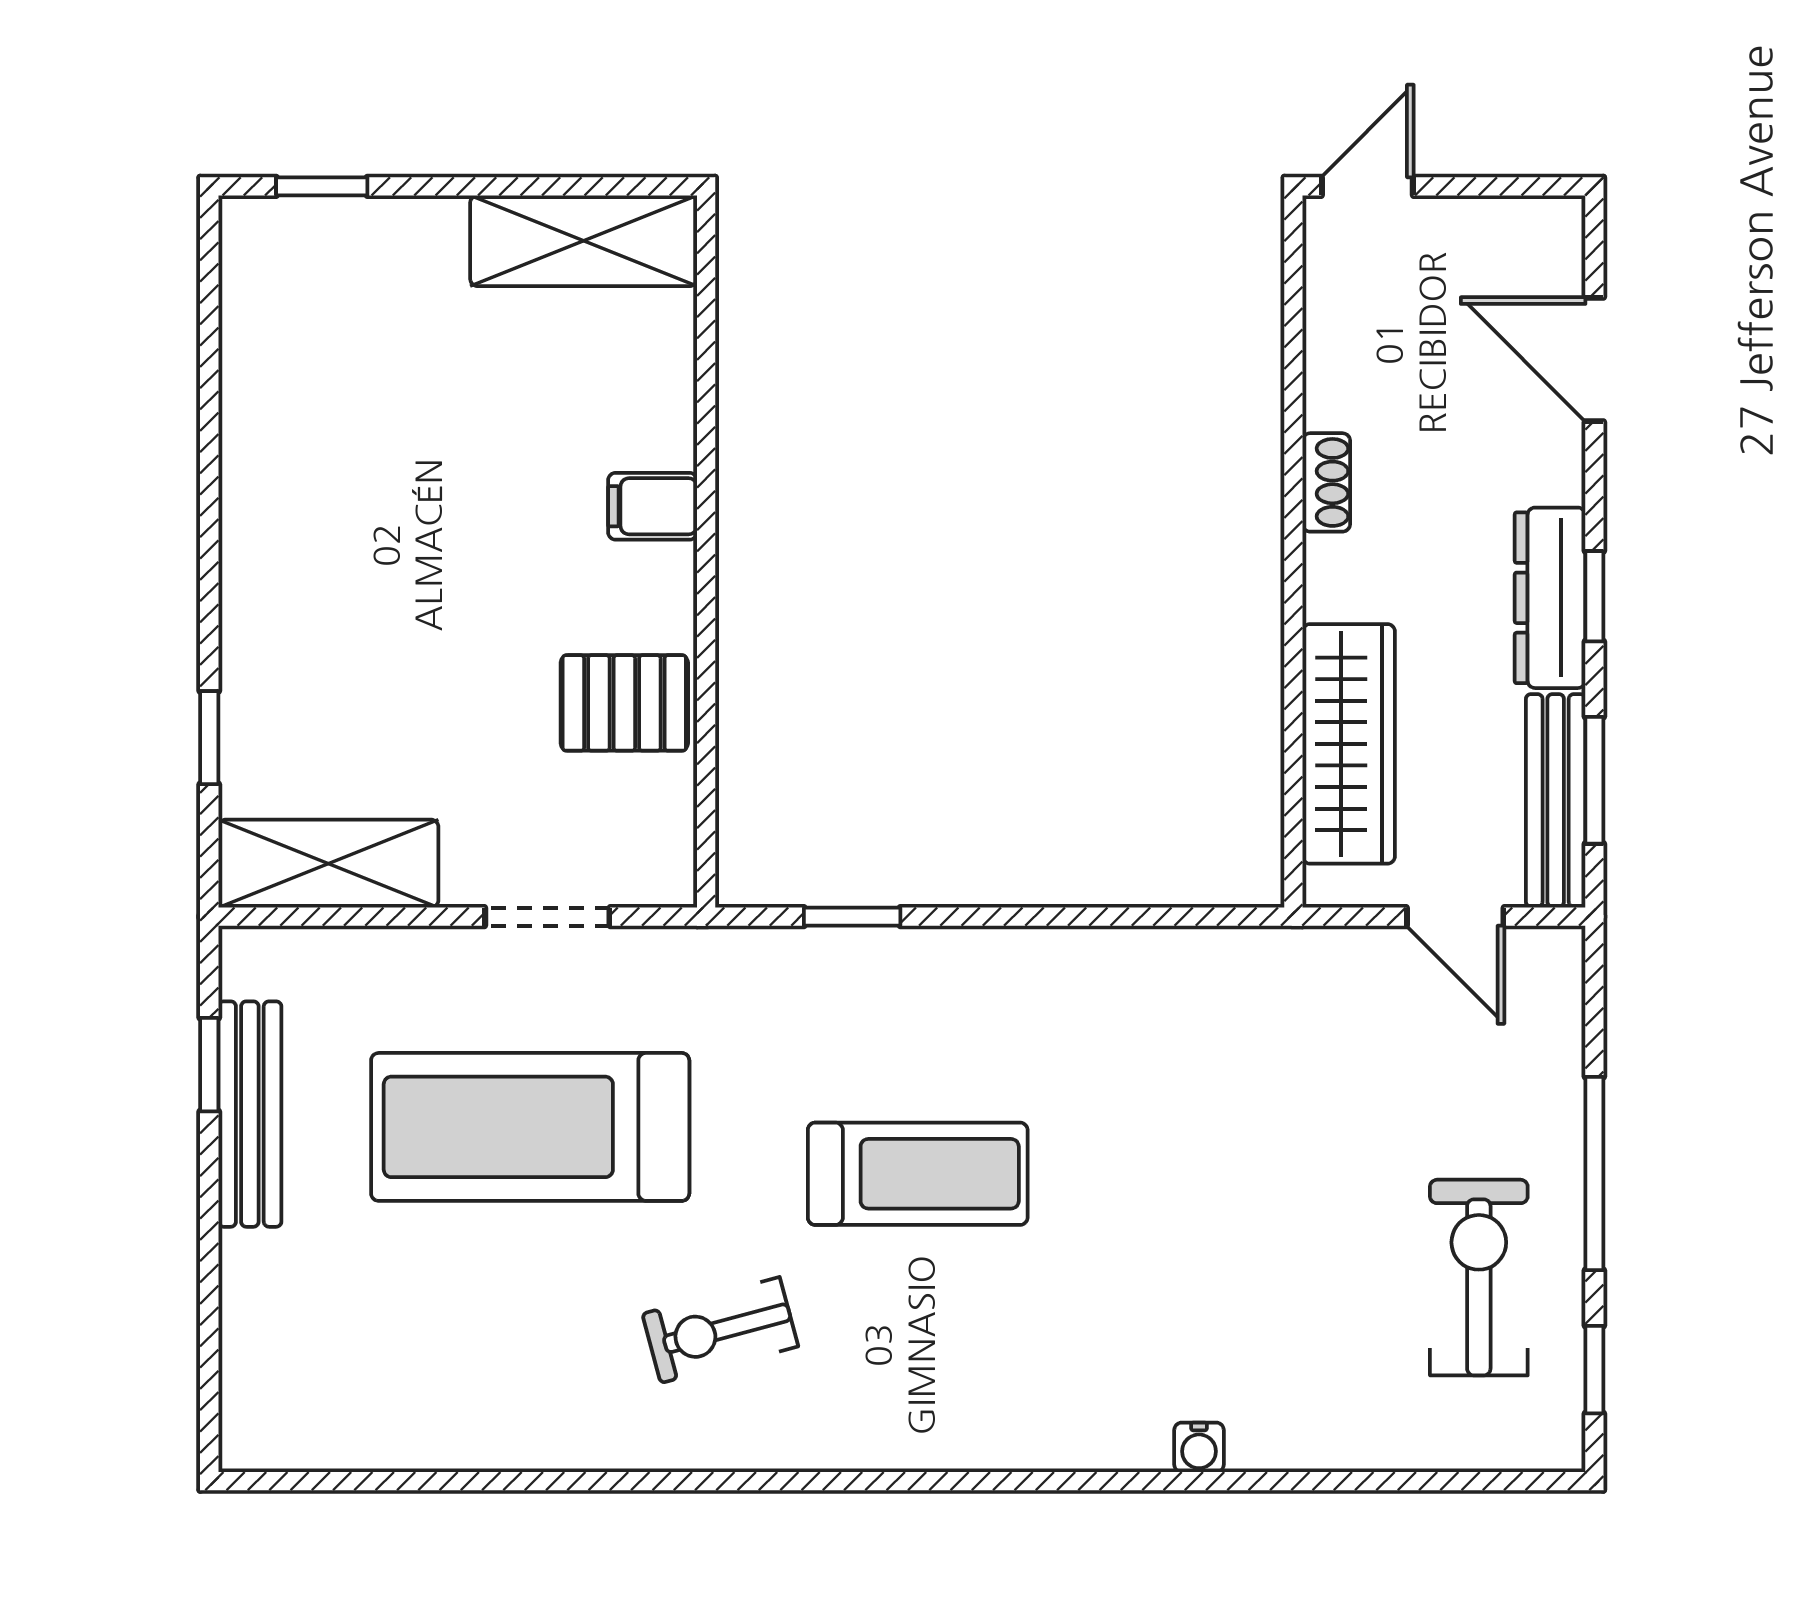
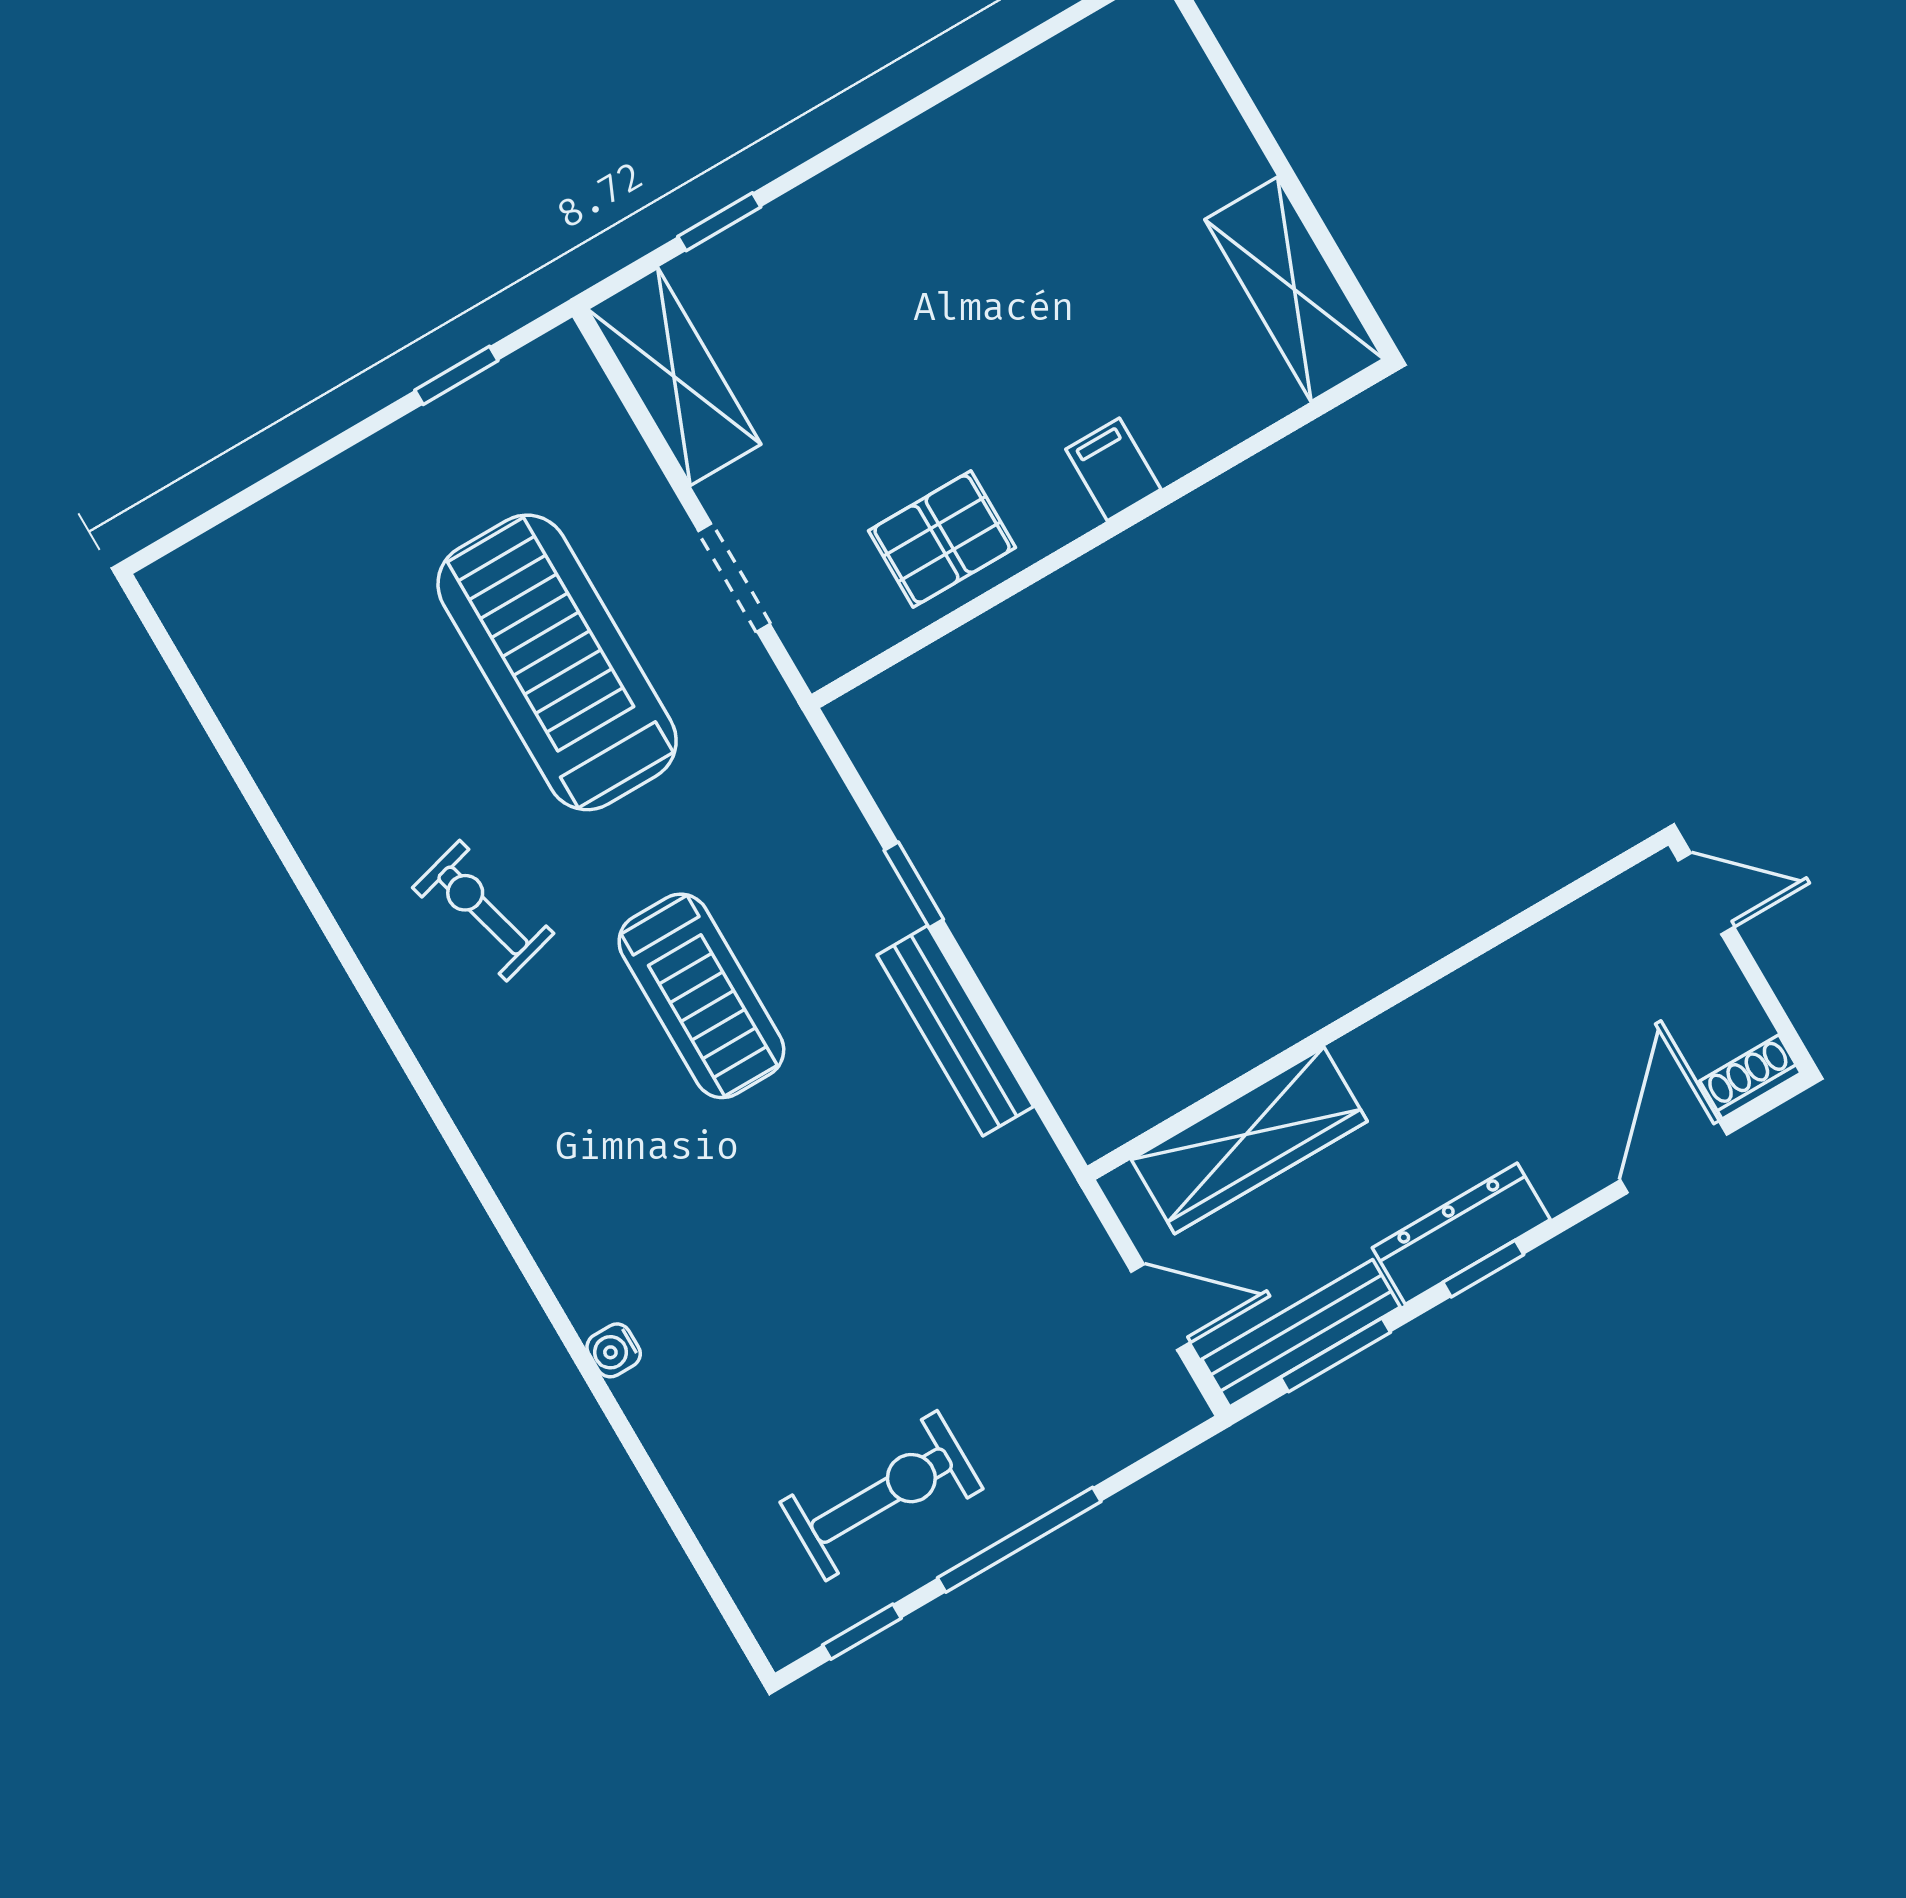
window: (322, 186) -> (1215, 53), removed
shoe rack: (1326, 482) -> (1750, 1077), moved, turned 180
pallet: (624, 703) -> (942, 539), turned 90
window: (852, 917) -> (914, 885), moved
door: (1455, 917) -> (1160, 1307), swing flipped
bench: (250, 1114) -> (955, 1031), moved, turned 90

